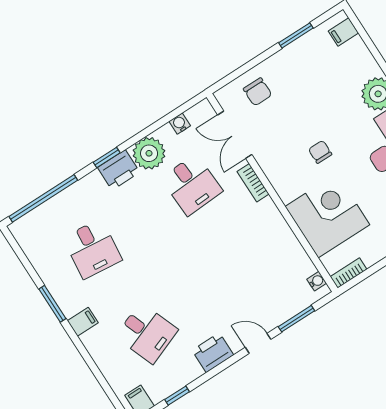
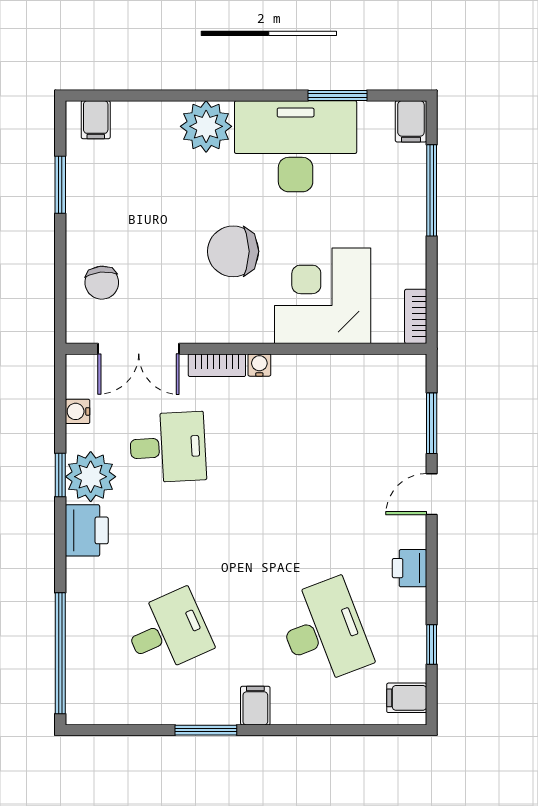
chair: (258, 92) -> (102, 283), turned 84
chair: (320, 152) -> (233, 251), width x1.87, depth x1.87
window: (107, 157) -> (60, 475), moved
desk: (92, 249) -> (168, 632), turned -30
water cooler: (317, 281) -> (259, 365), moved
desk: (147, 333) -> (324, 632), width x1.37
printer: (213, 353) -> (410, 568), width x0.73, depth x0.81

